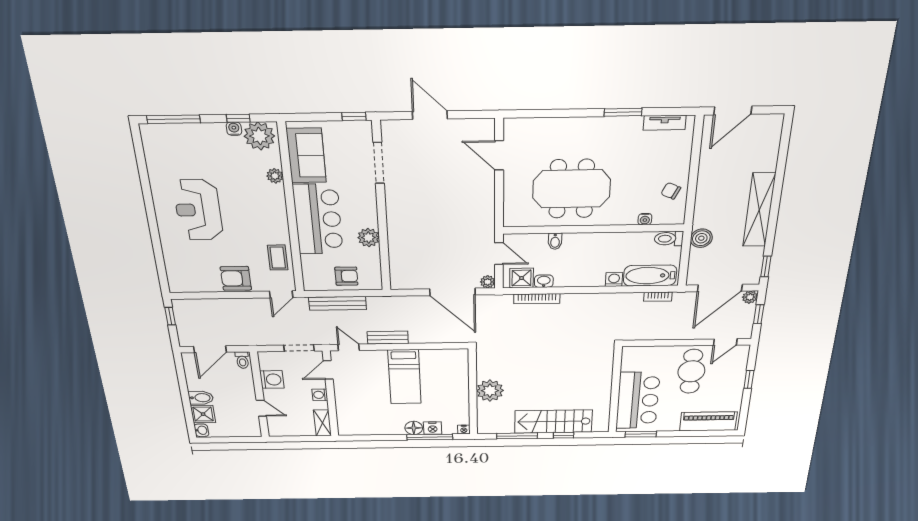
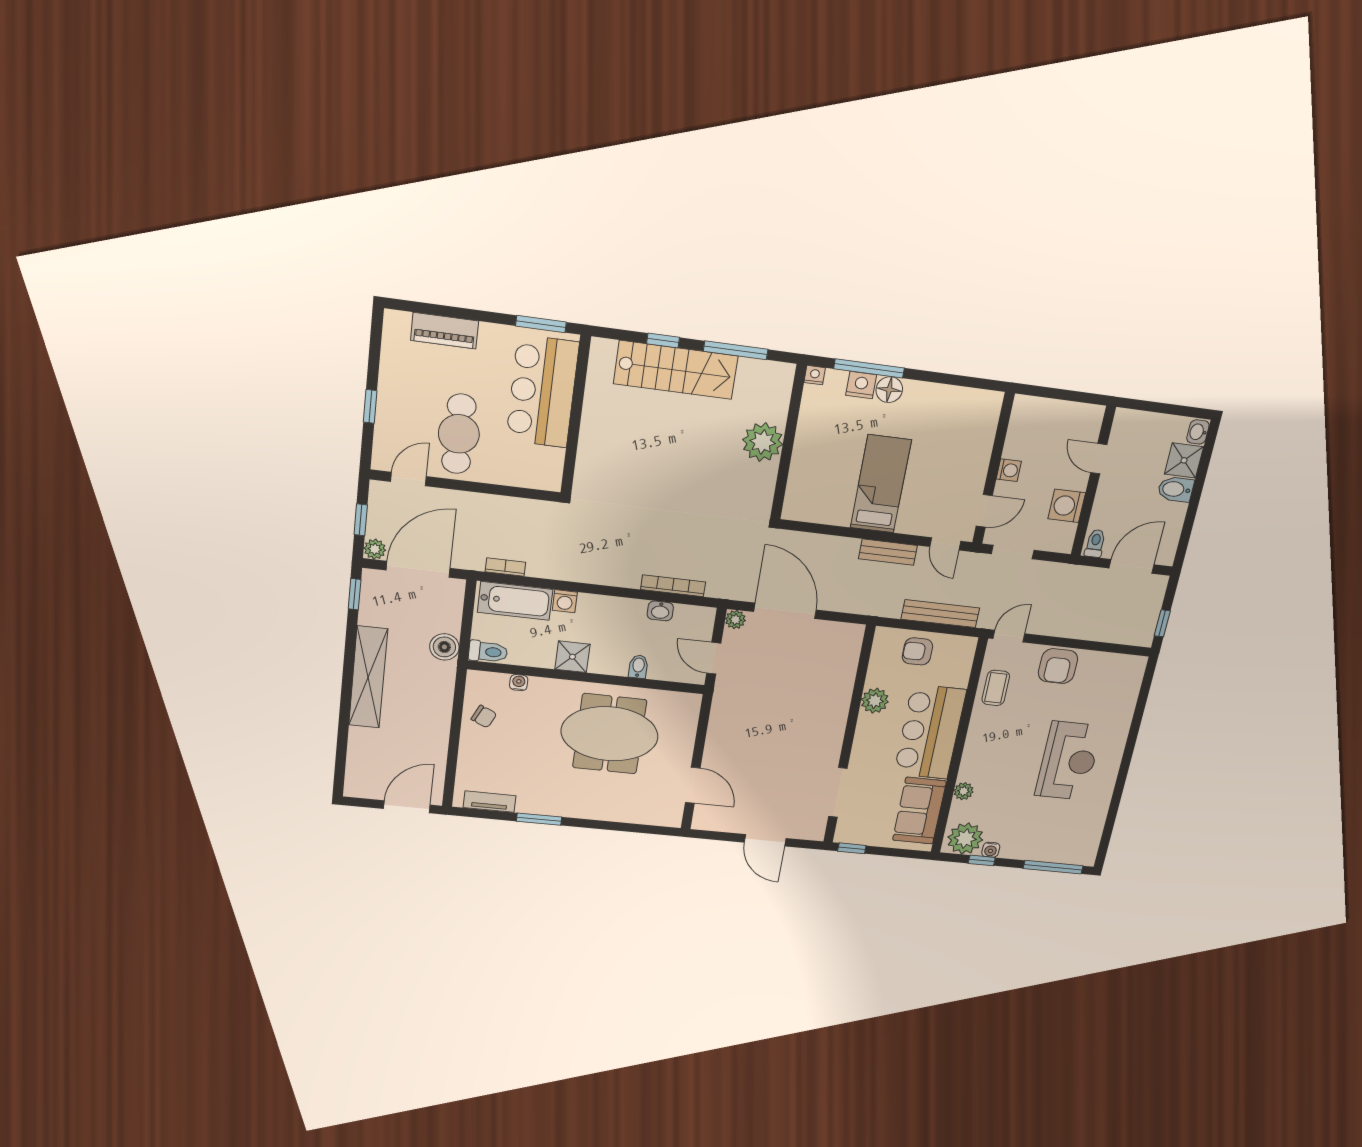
armchair: (236, 278) -> (1058, 666), turned 90
shower: (522, 278) -> (572, 657), moved
piano: (708, 421) -> (445, 331), width x0.73, depth x0.75
shelving: (322, 423) -> (1021, 419), removed

